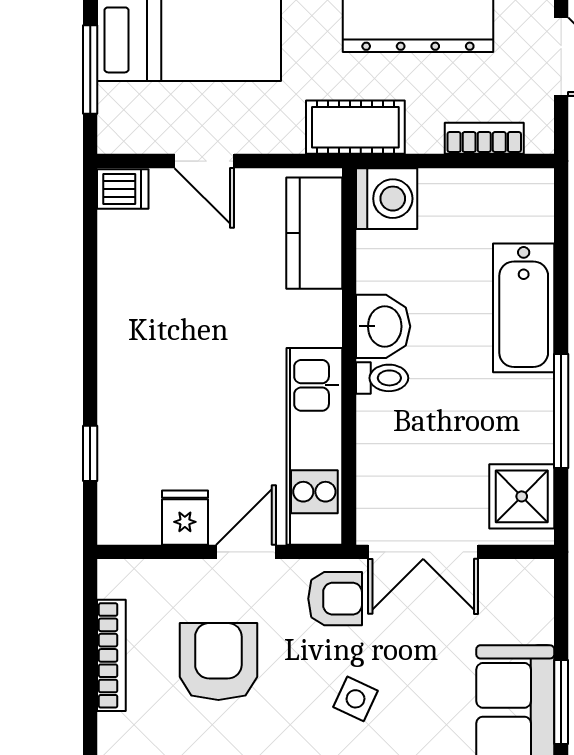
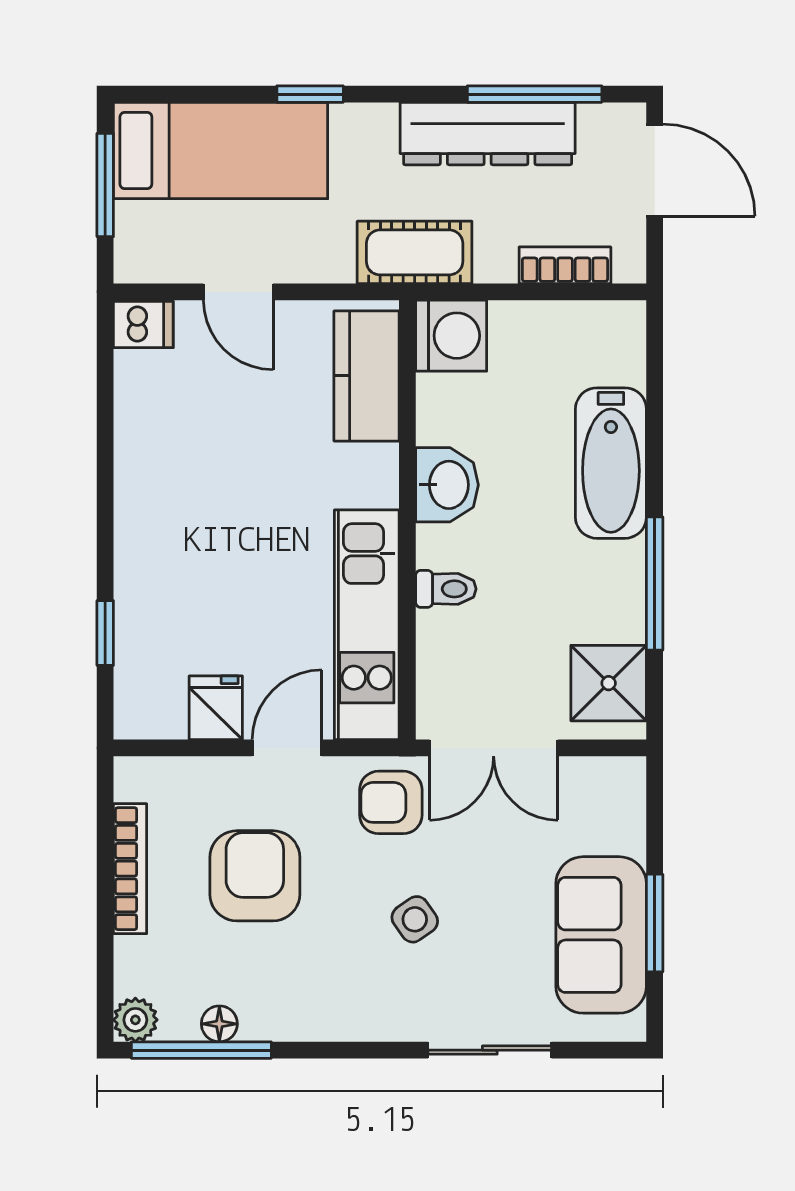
toilet: (382, 378) -> (446, 589), moved
armchair: (335, 599) -> (391, 802), turned 180
side table: (355, 699) -> (415, 919), turned 30

